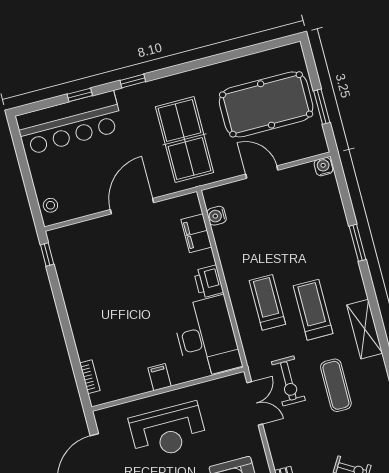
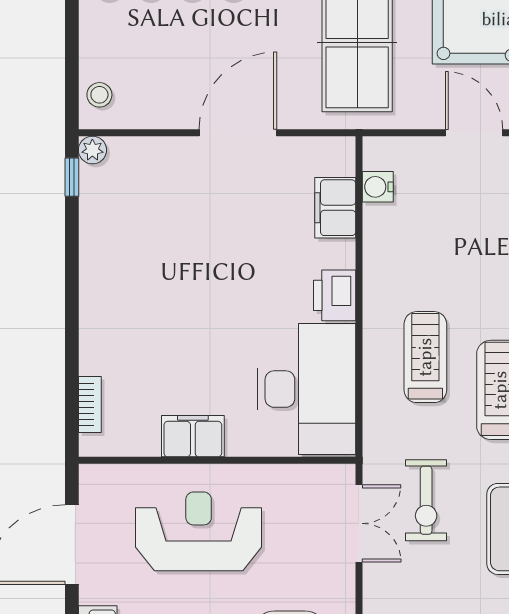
plant: (55, 237) -> (92, 150), added
filing cabinet: (160, 377) -> (193, 436), width x2.00
reception desk: (168, 431) -> (199, 531), turned 180

